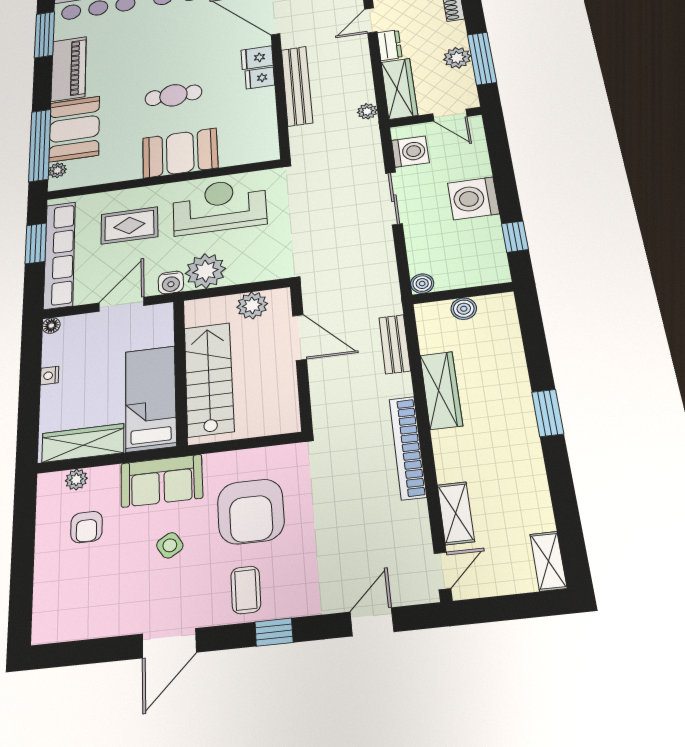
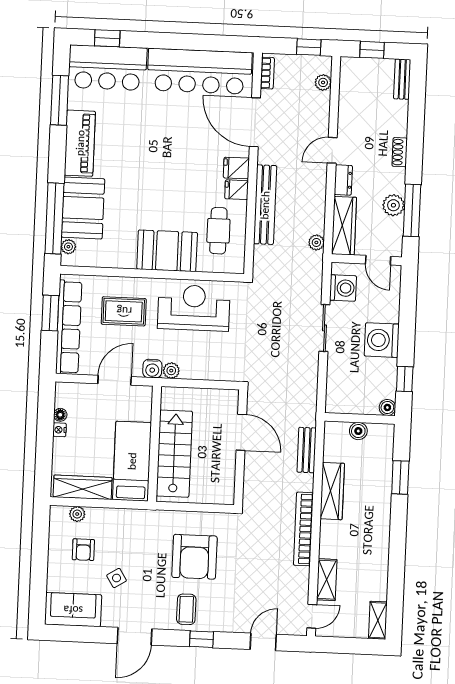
cafe table: (173, 95) -> (218, 231), moved, turned 90
plant: (205, 271) -> (171, 371), width x0.53, depth x0.53
boiler: (422, 284) -> (387, 407), moved
plant: (252, 305) -> (210, 400), removed
floor lamp: (51, 326) -> (60, 415), moved
window: (548, 413) -> (400, 477), moved
sofa: (162, 481) -> (73, 610), moved, turned 180
side table: (170, 545) -> (117, 578), moved

